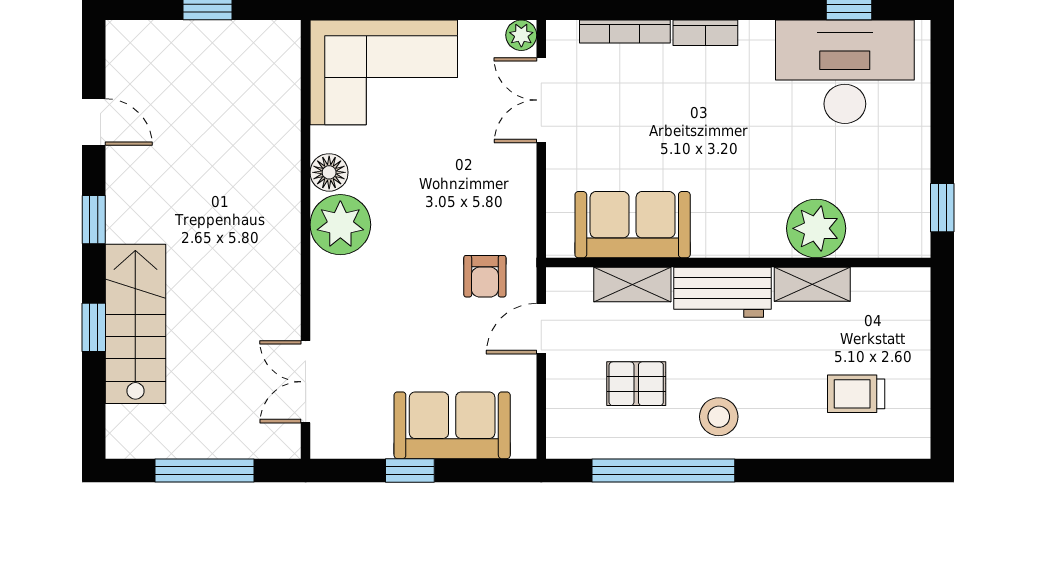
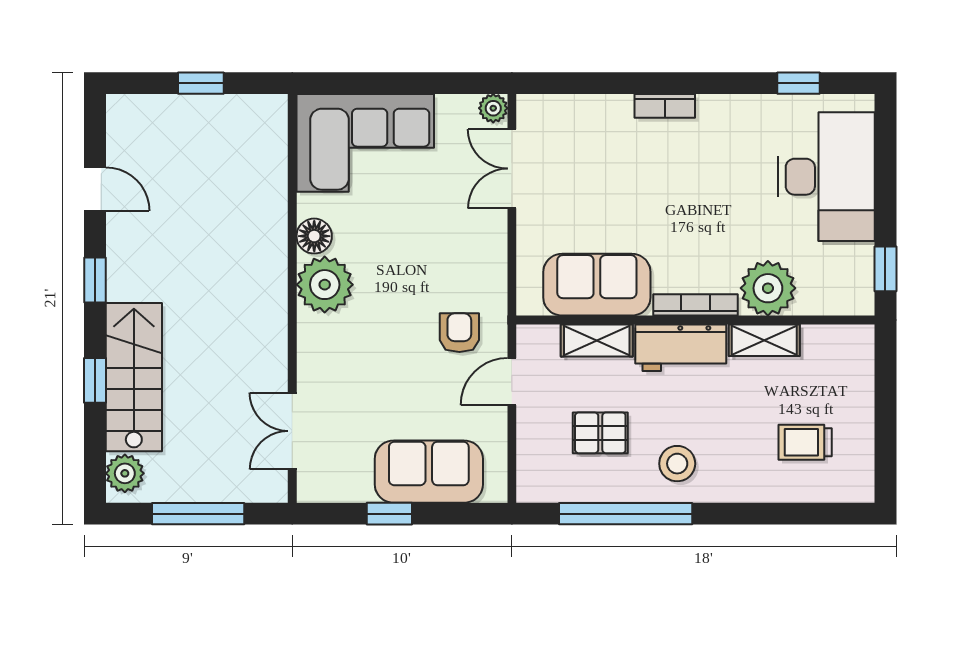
bookcase: (625, 31) -> (695, 305), moved, turned 180
desk: (845, 72) -> (826, 177), moved, turned 90
armchair: (485, 276) -> (459, 333), turned 180
plant: (126, 427) -> (125, 473), added

